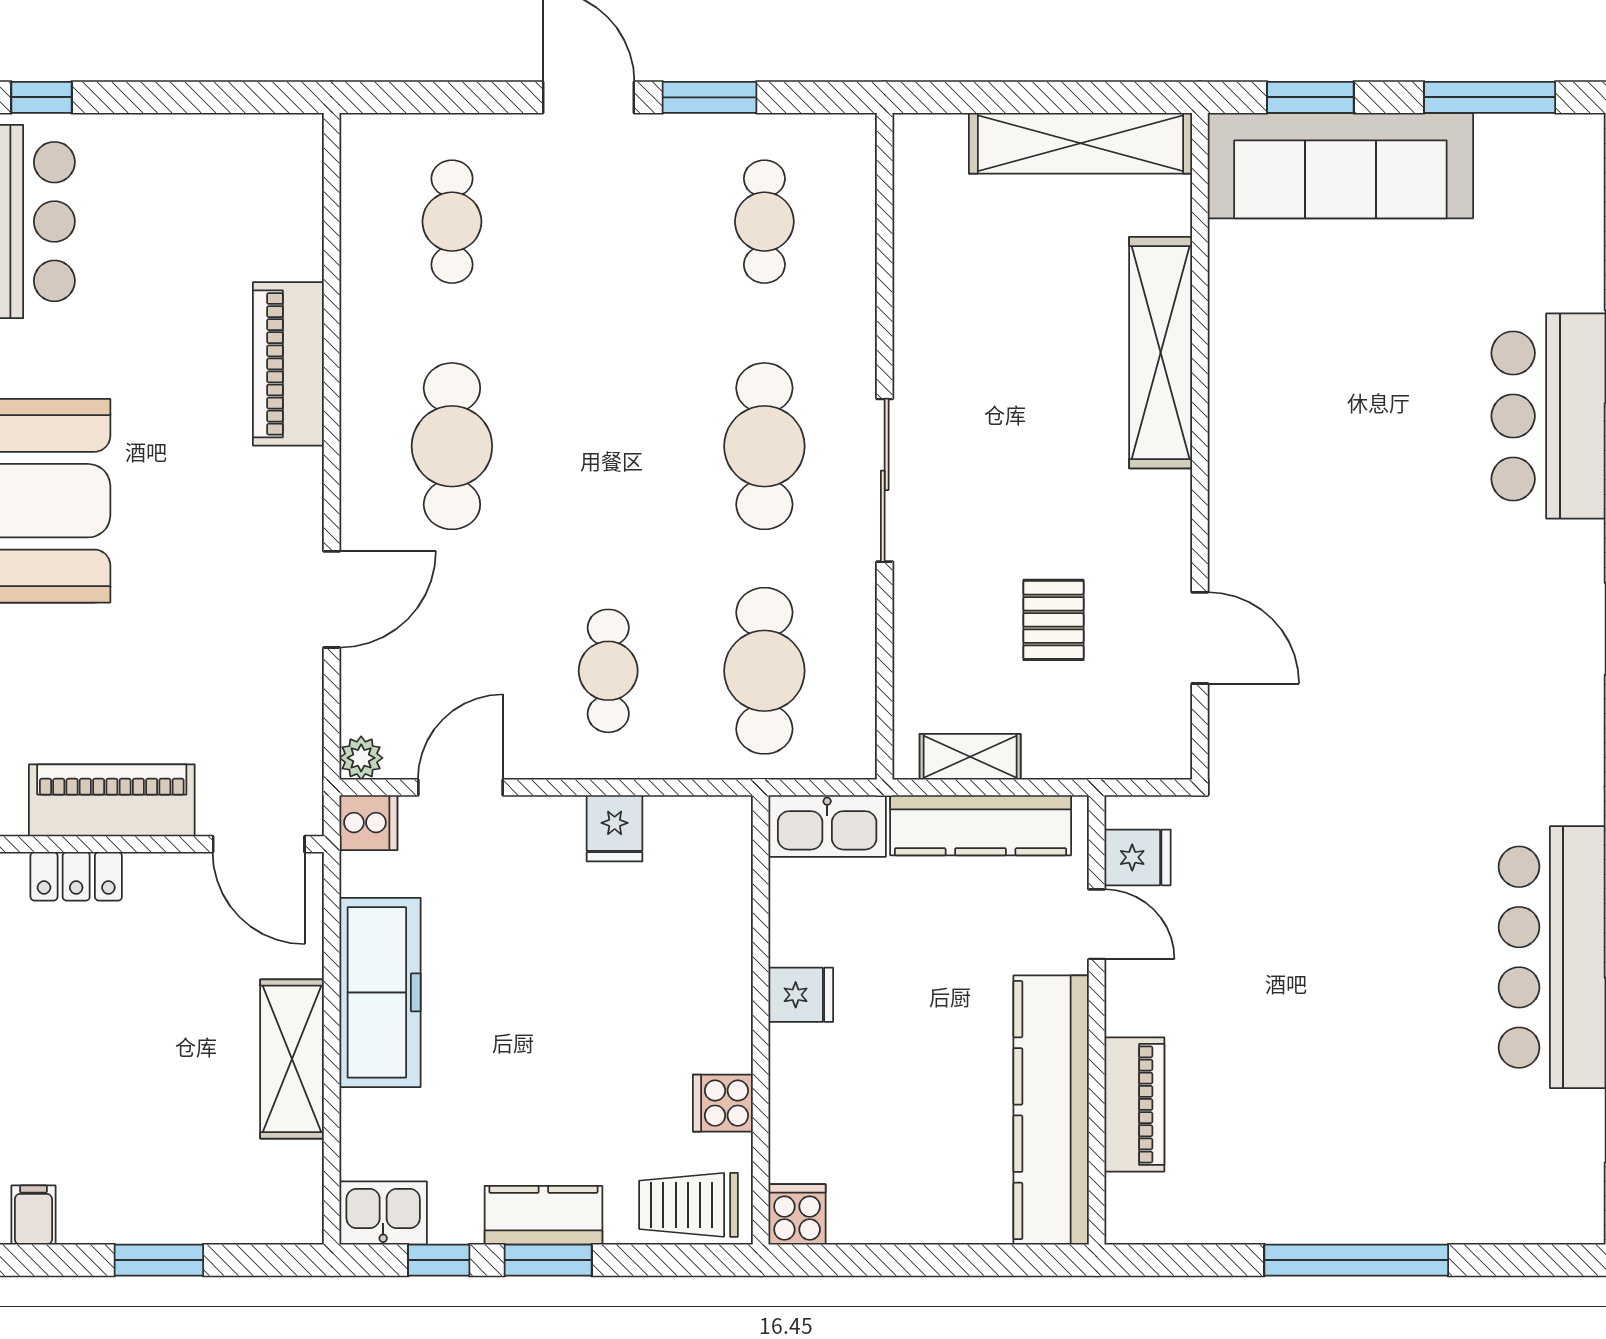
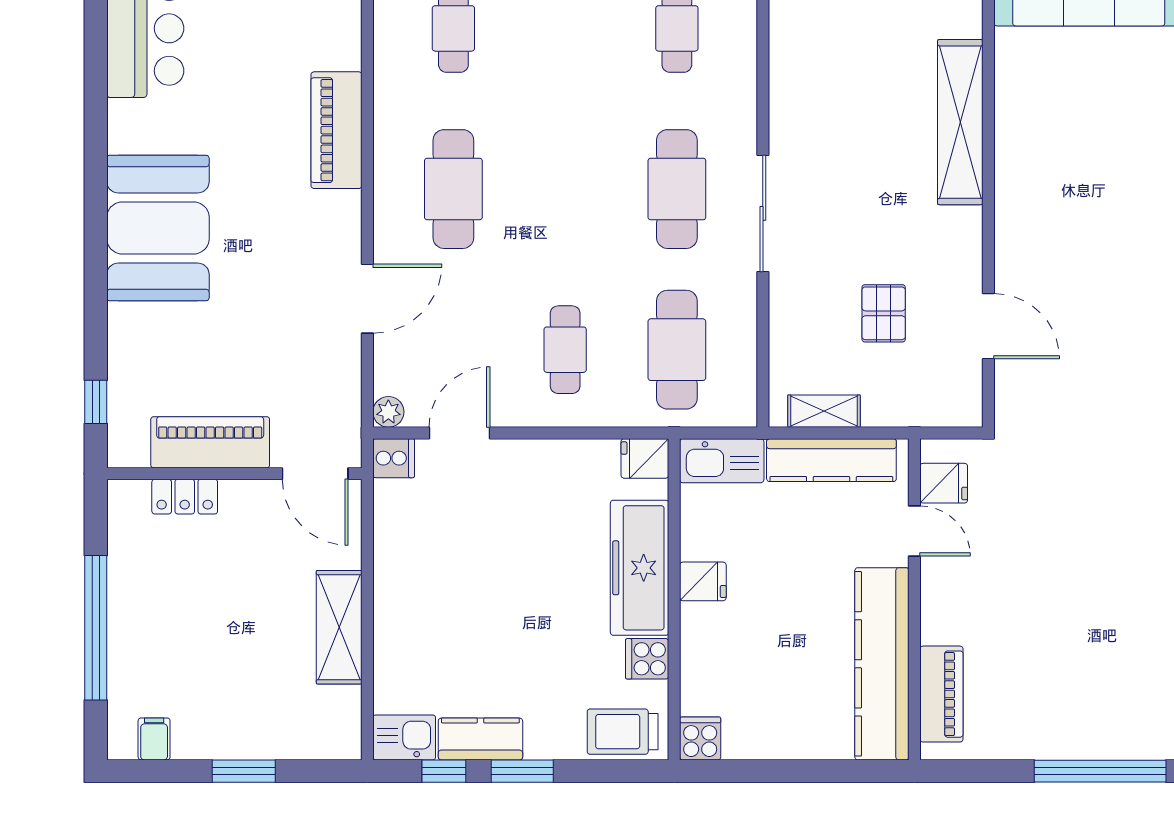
fridge: (615, 828) -> (645, 458), moved, turned 90
freezer: (380, 992) -> (640, 568), moved, turned 180
piano: (1134, 1104) -> (941, 694), moved
kitchen counter: (543, 1215) -> (480, 739), moved

